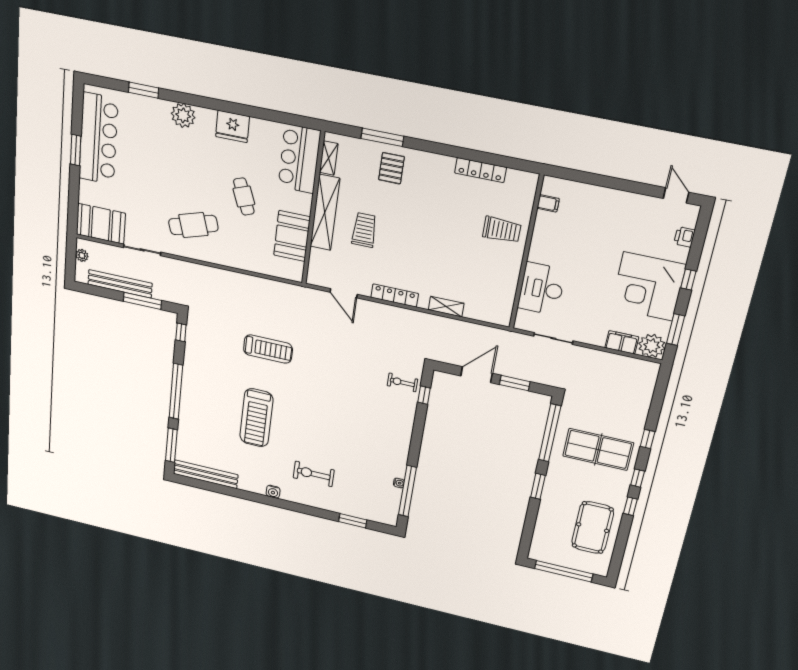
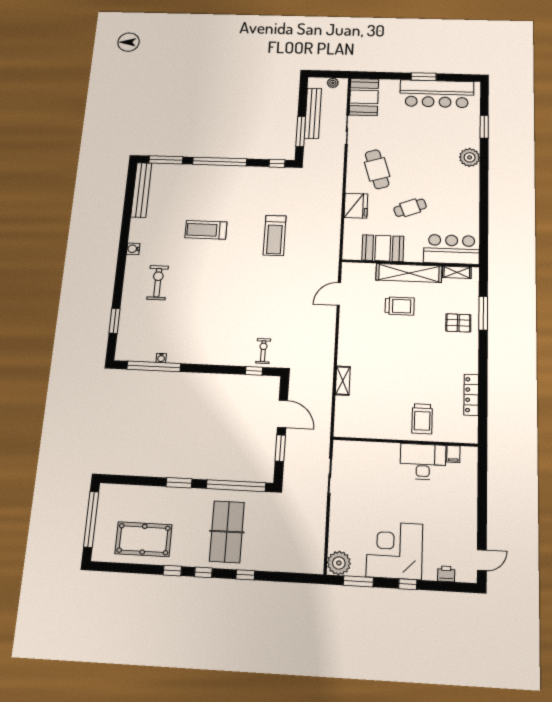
fridge: (233, 126) -> (356, 206), moved, turned 180
desk: (541, 289) -> (423, 462), moved
locker: (395, 295) -> (345, 336), removed
filing cabinet: (622, 342) -> (337, 536), removed
treadmill: (256, 418) -> (206, 230), width x0.73, depth x0.73

